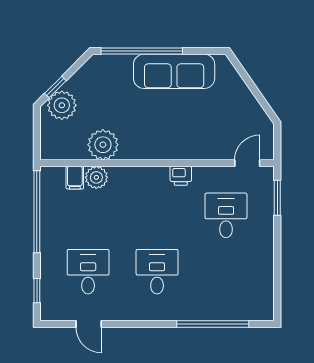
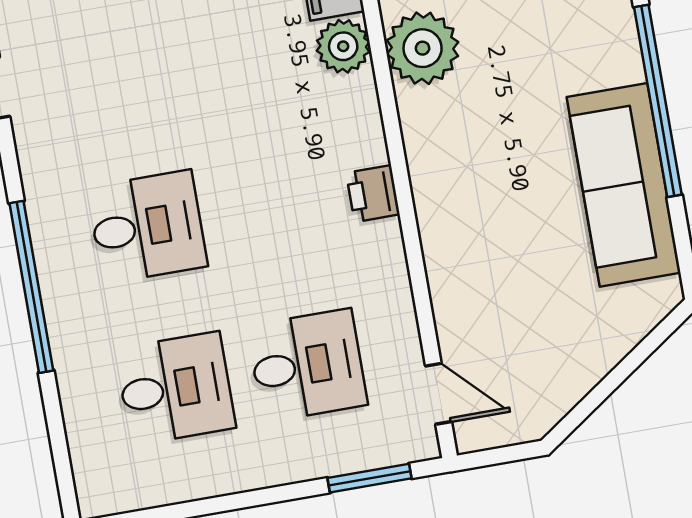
printer: (181, 176) -> (373, 194), moved
desk: (88, 272) -> (175, 388), moved
window: (213, 324) -> (31, 287), moved

